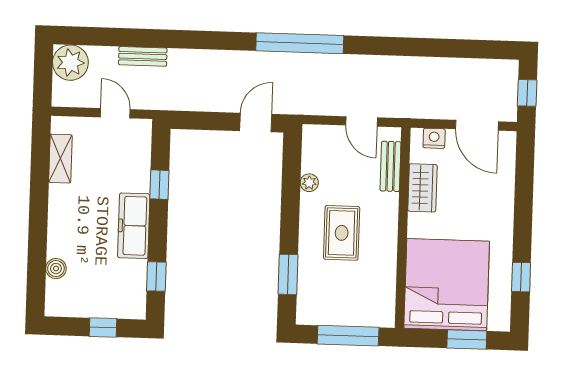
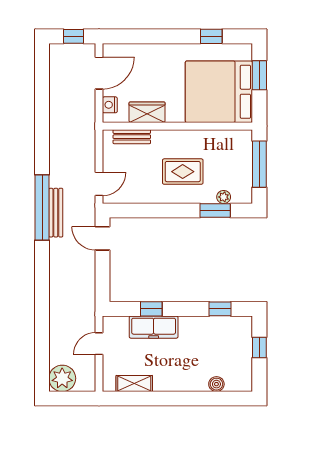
bench: (143, 56) -> (56, 213), moved, width x1.36
door: (361, 121) -> (99, 184), moved
plant: (309, 183) -> (224, 197), moved
freezer: (134, 226) -> (154, 327), moved

